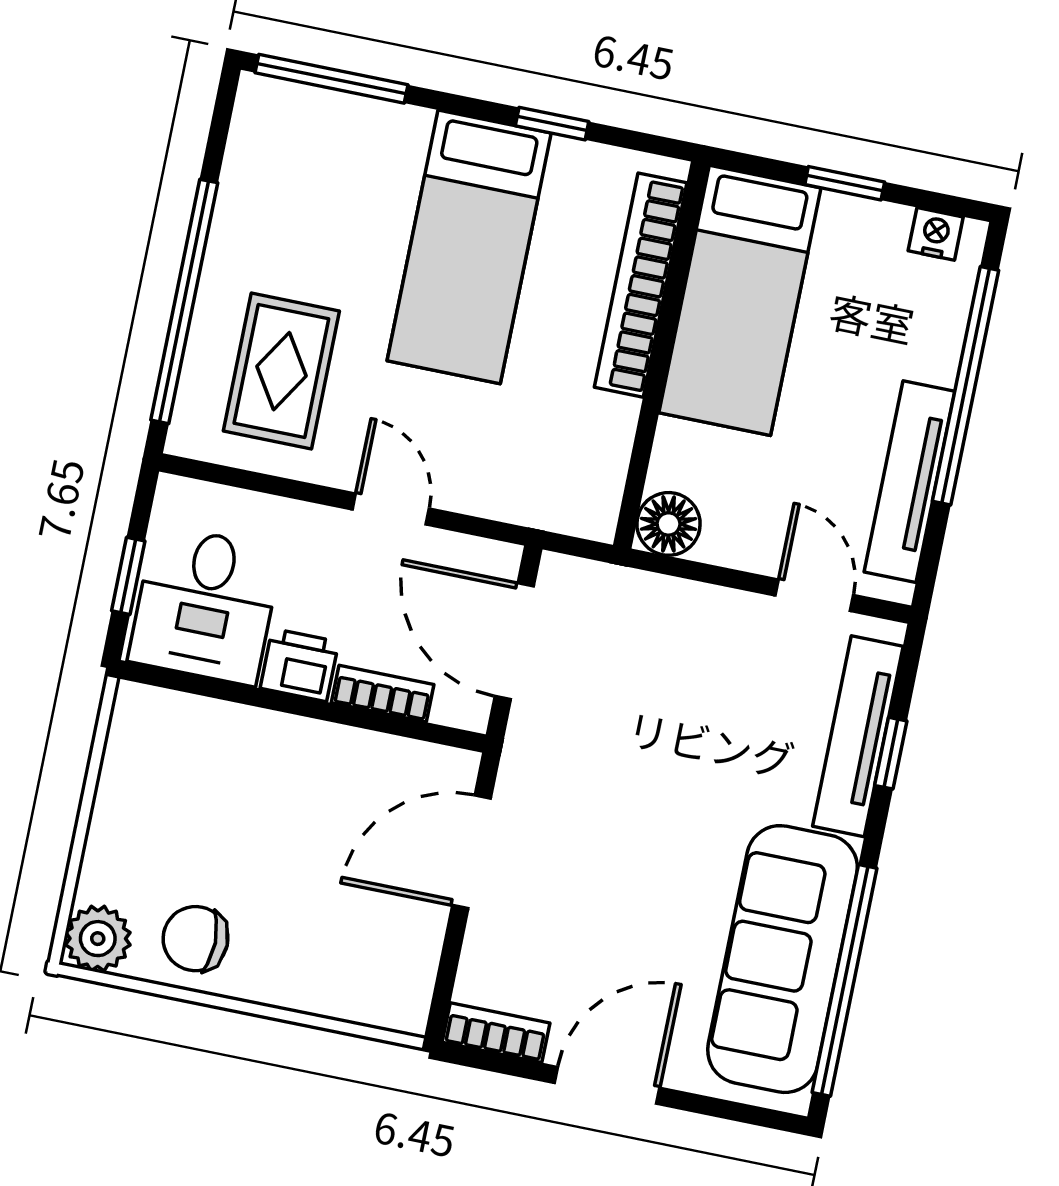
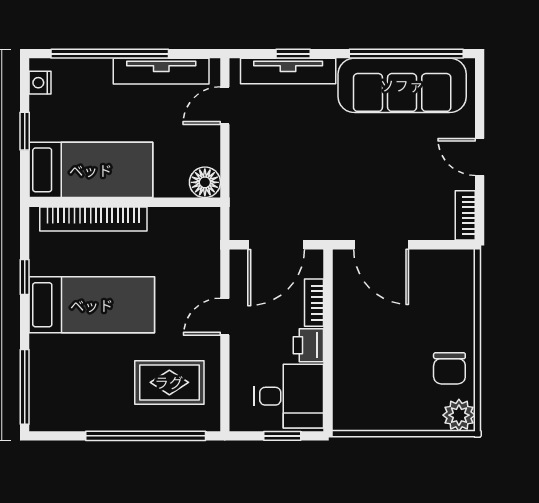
door: (607, 1085) -> (480, 157), width x0.73

